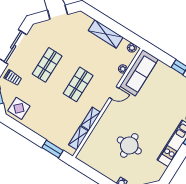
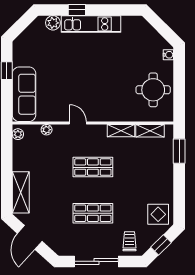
shelving: (106, 34) -> (21, 192), moved
sofa: (139, 73) -> (24, 94), moved, turned 90
round table: (129, 145) -> (153, 90), moved

